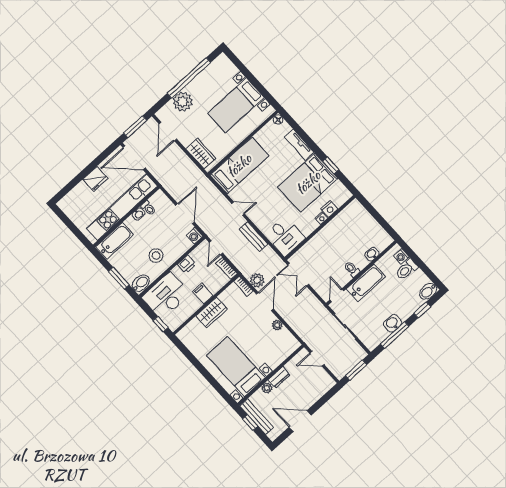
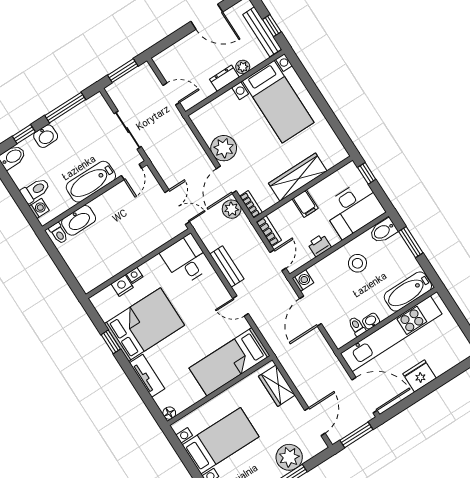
washbasin: (372, 254) -> (79, 220), width x1.91, depth x1.45
toilet: (352, 269) -> (58, 233), moved
wardrobe: (212, 312) -> (298, 177), width x1.50
washbasin: (392, 323) -> (46, 136), moved
plant: (277, 325) -> (224, 148), width x1.88, depth x1.88

